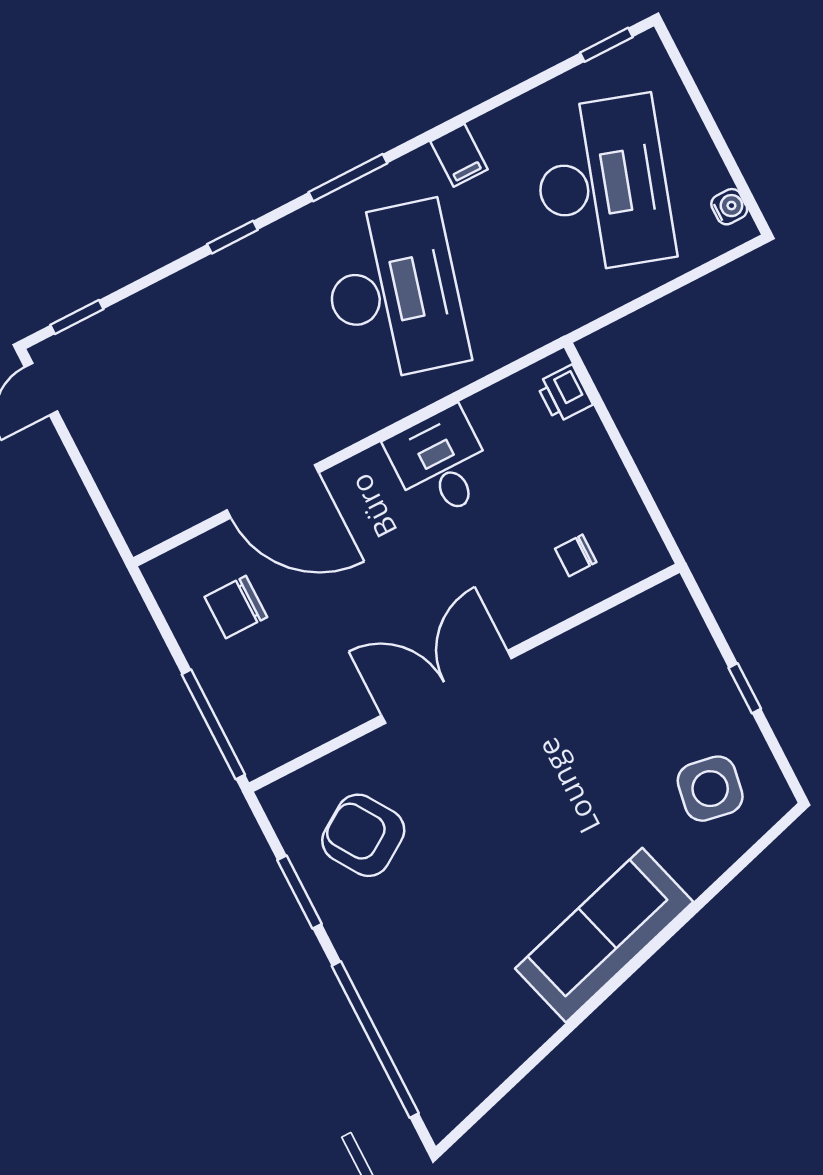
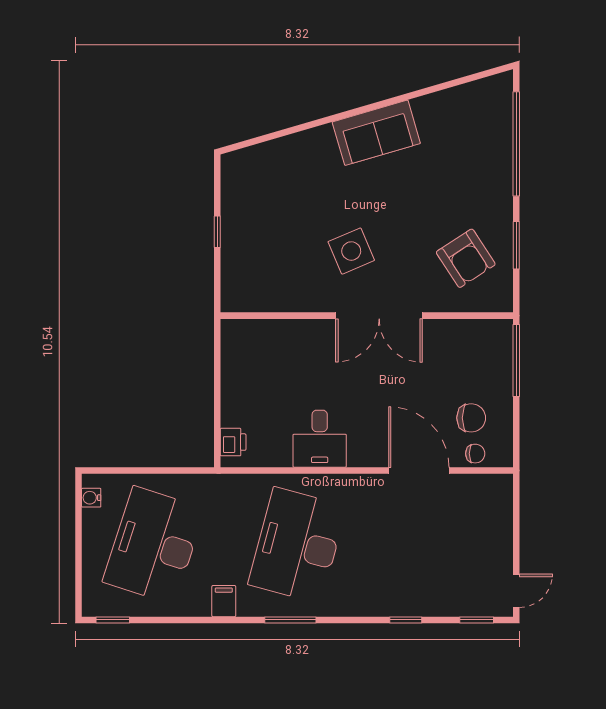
window: (232, 237) -> (406, 620), moved
chair: (576, 555) -> (475, 454), moved
side table: (710, 789) -> (351, 251), moved, turned -33
sofa: (604, 935) -> (376, 133), width x0.73

